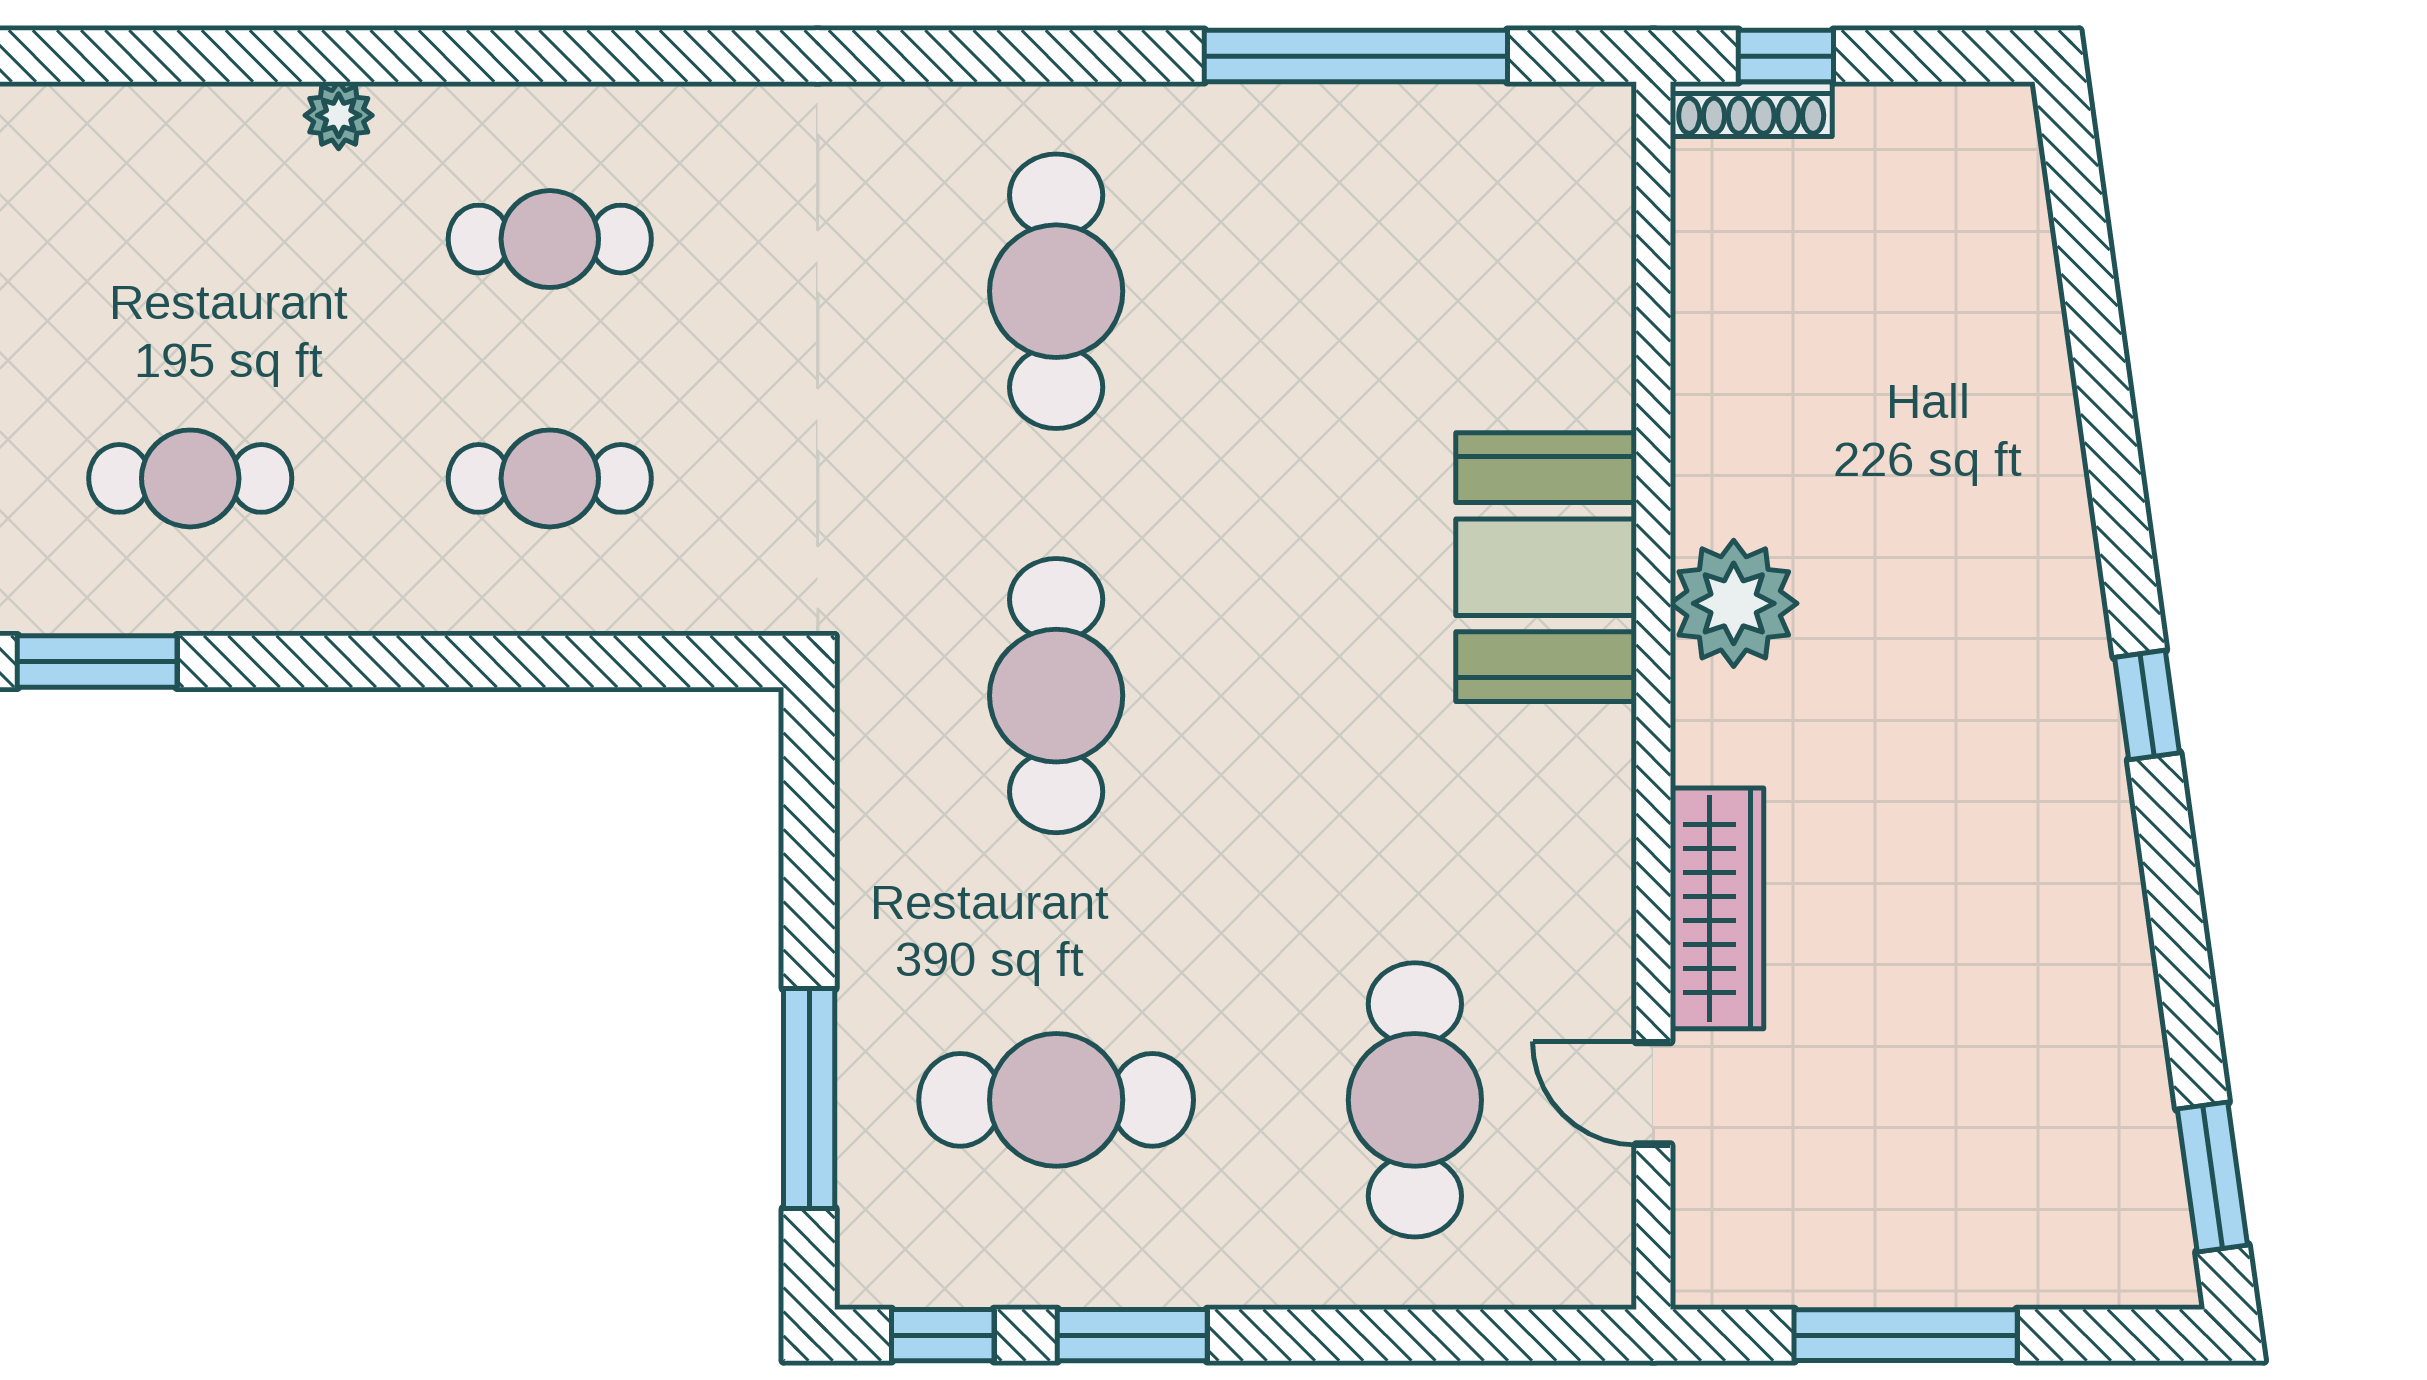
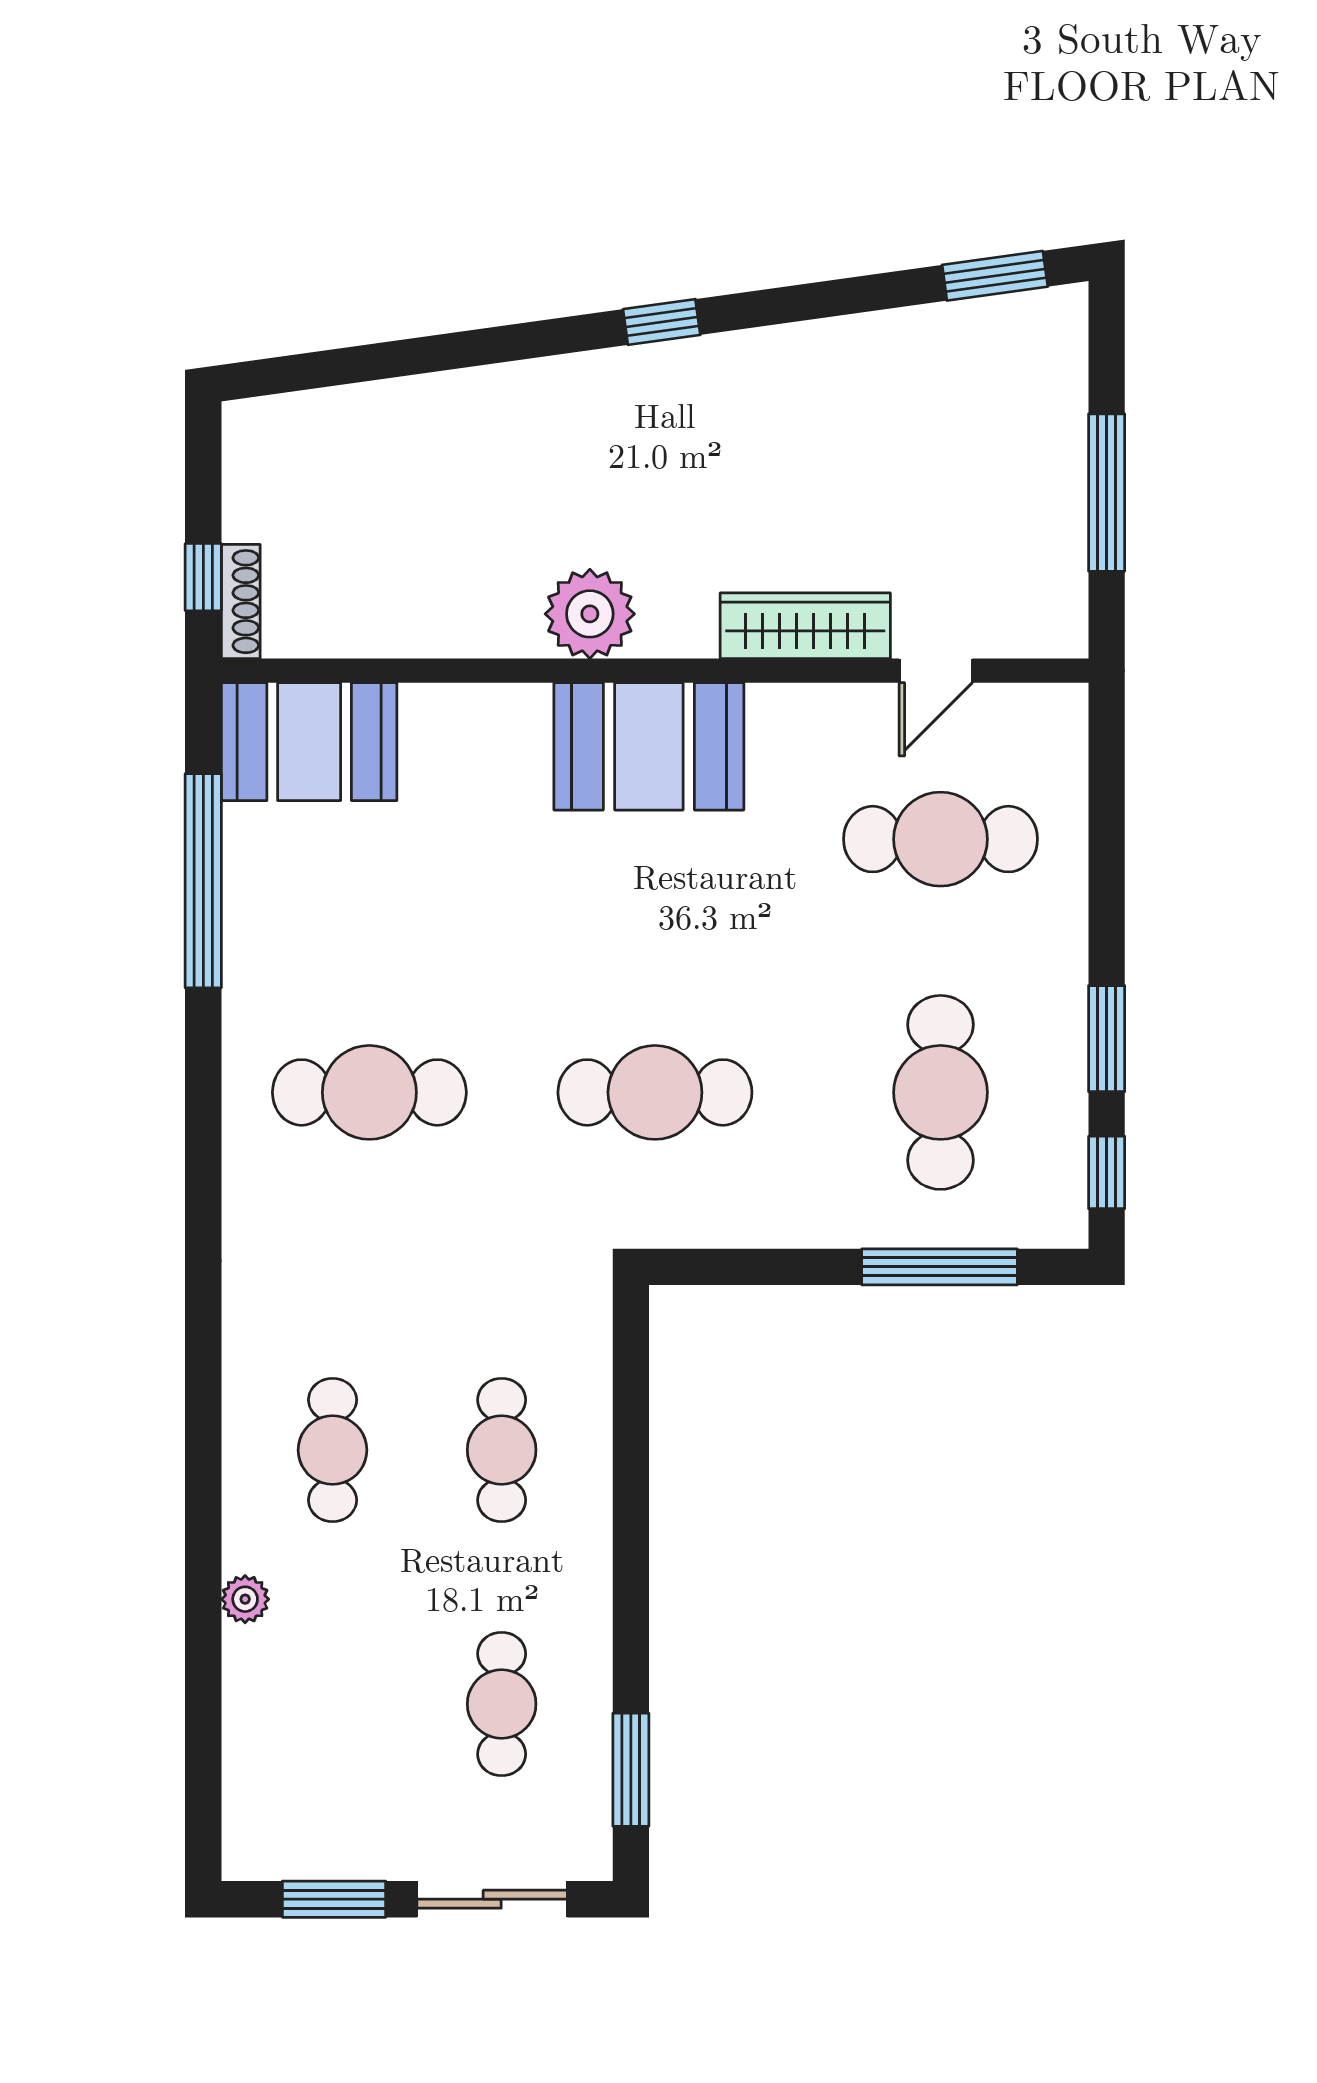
booth: (1553, 206) -> (309, 742), added
booth: (1546, 567) -> (649, 746), moved

